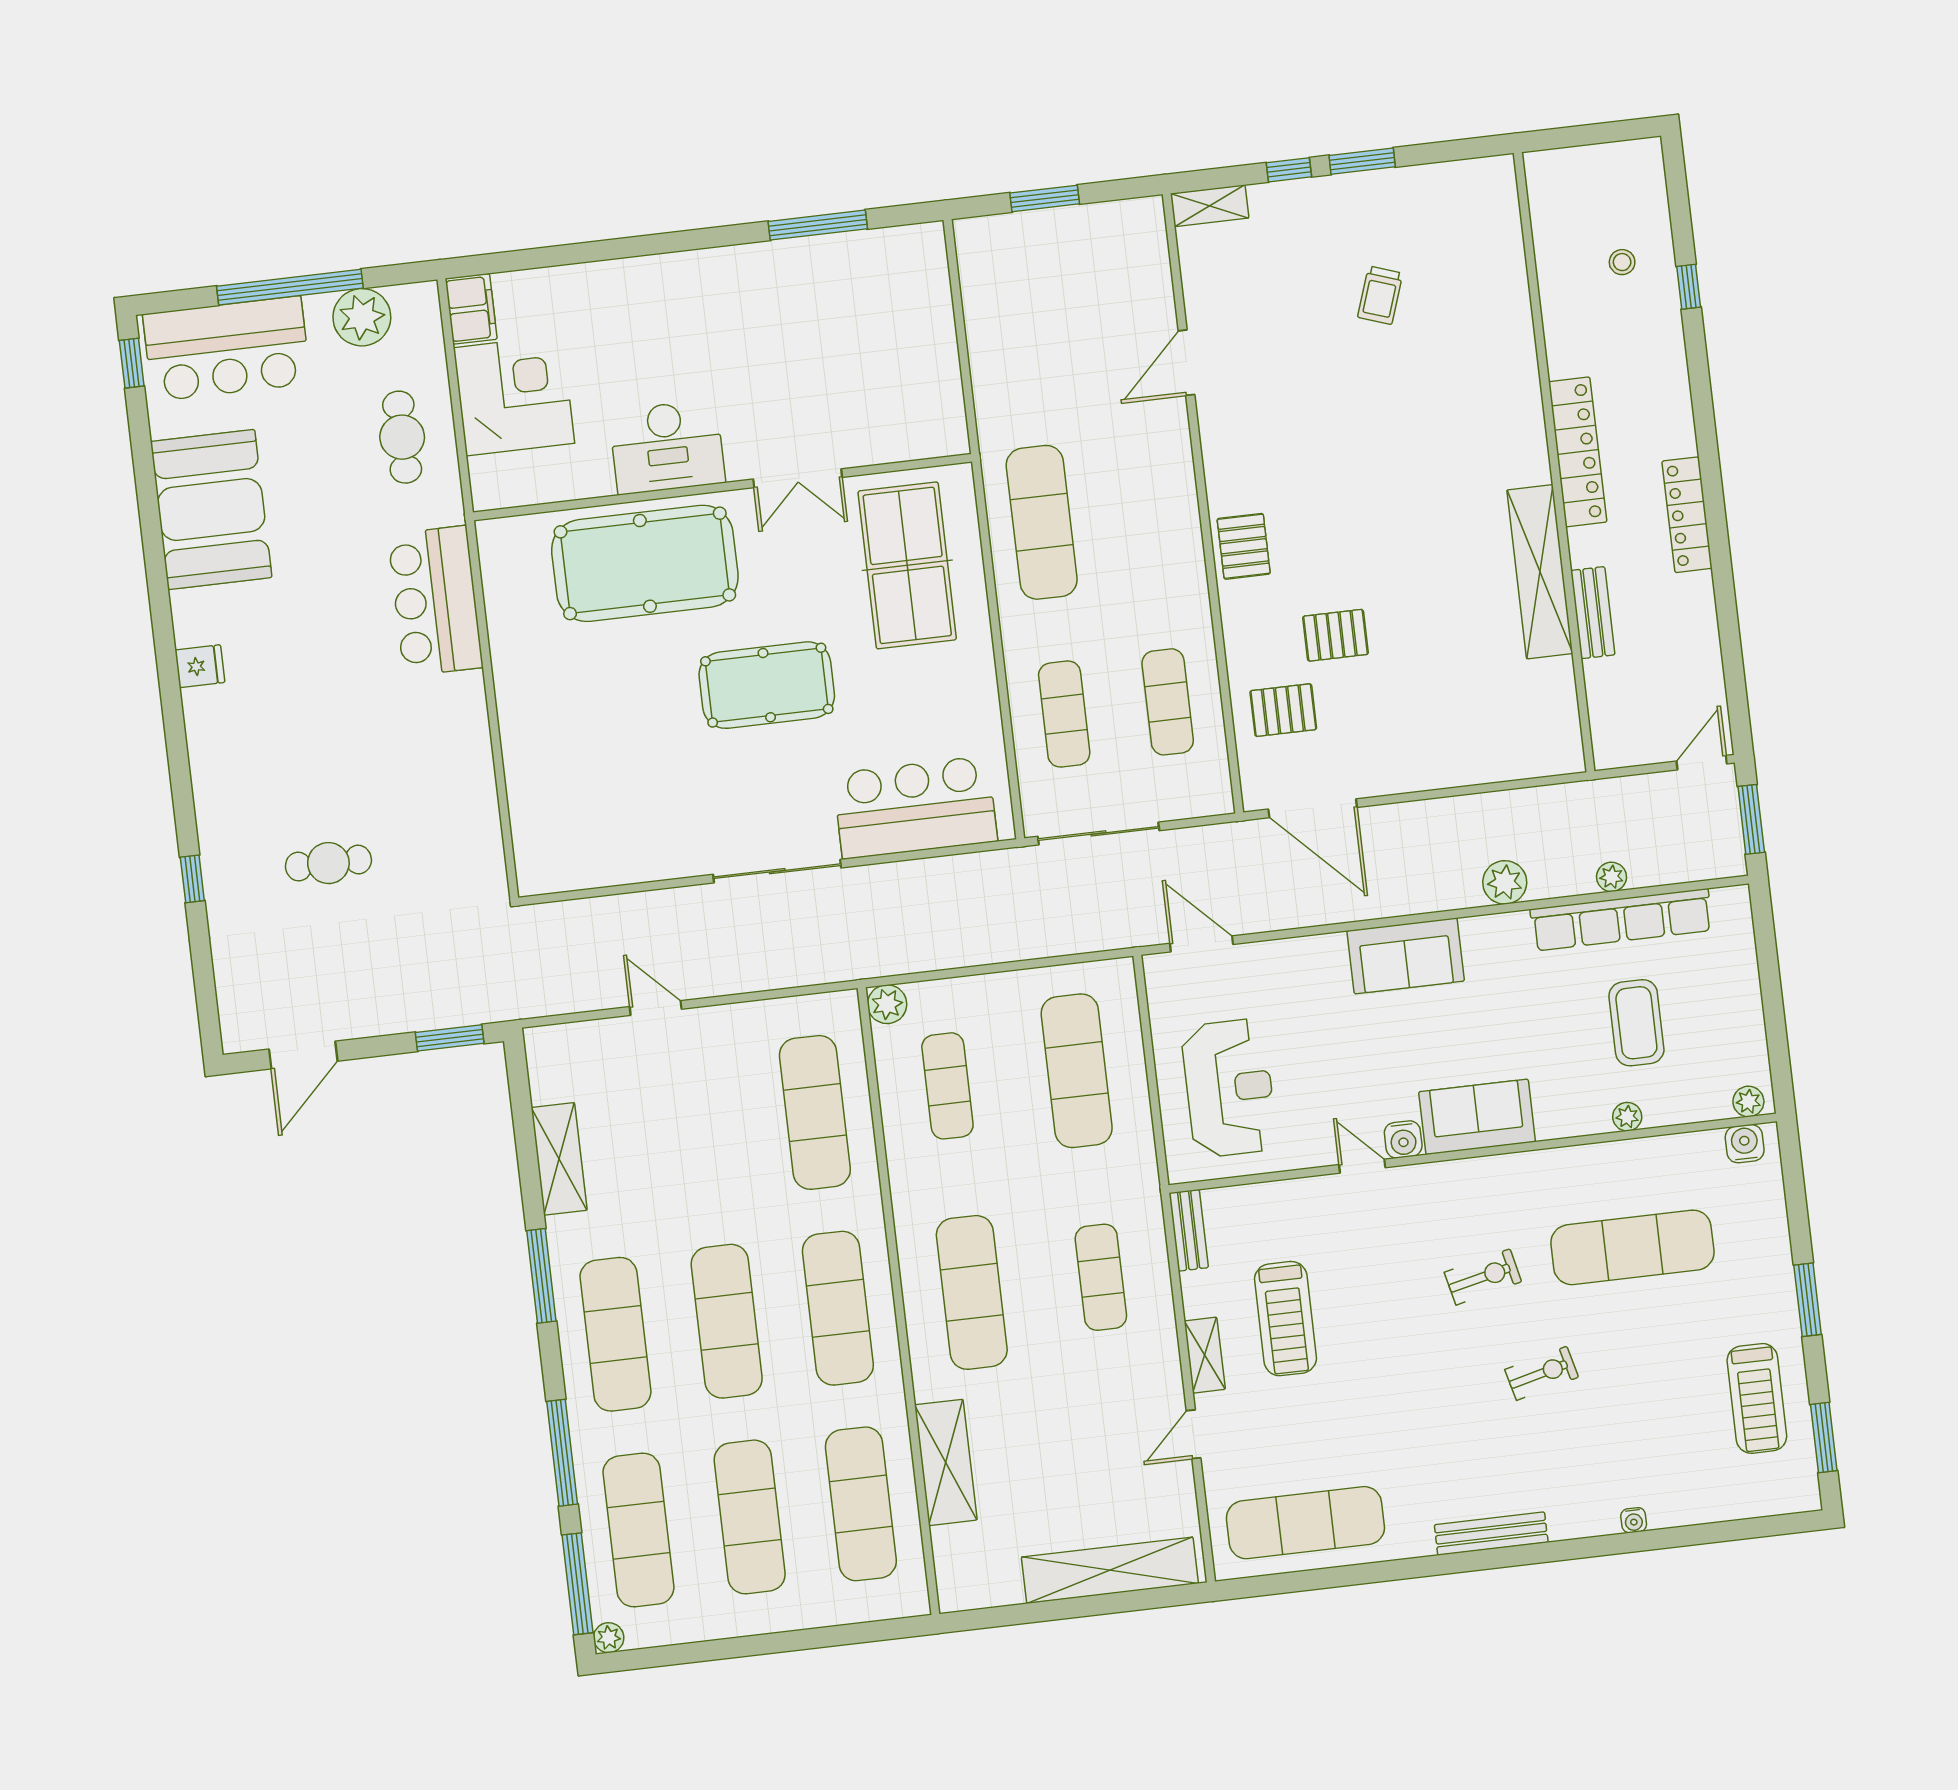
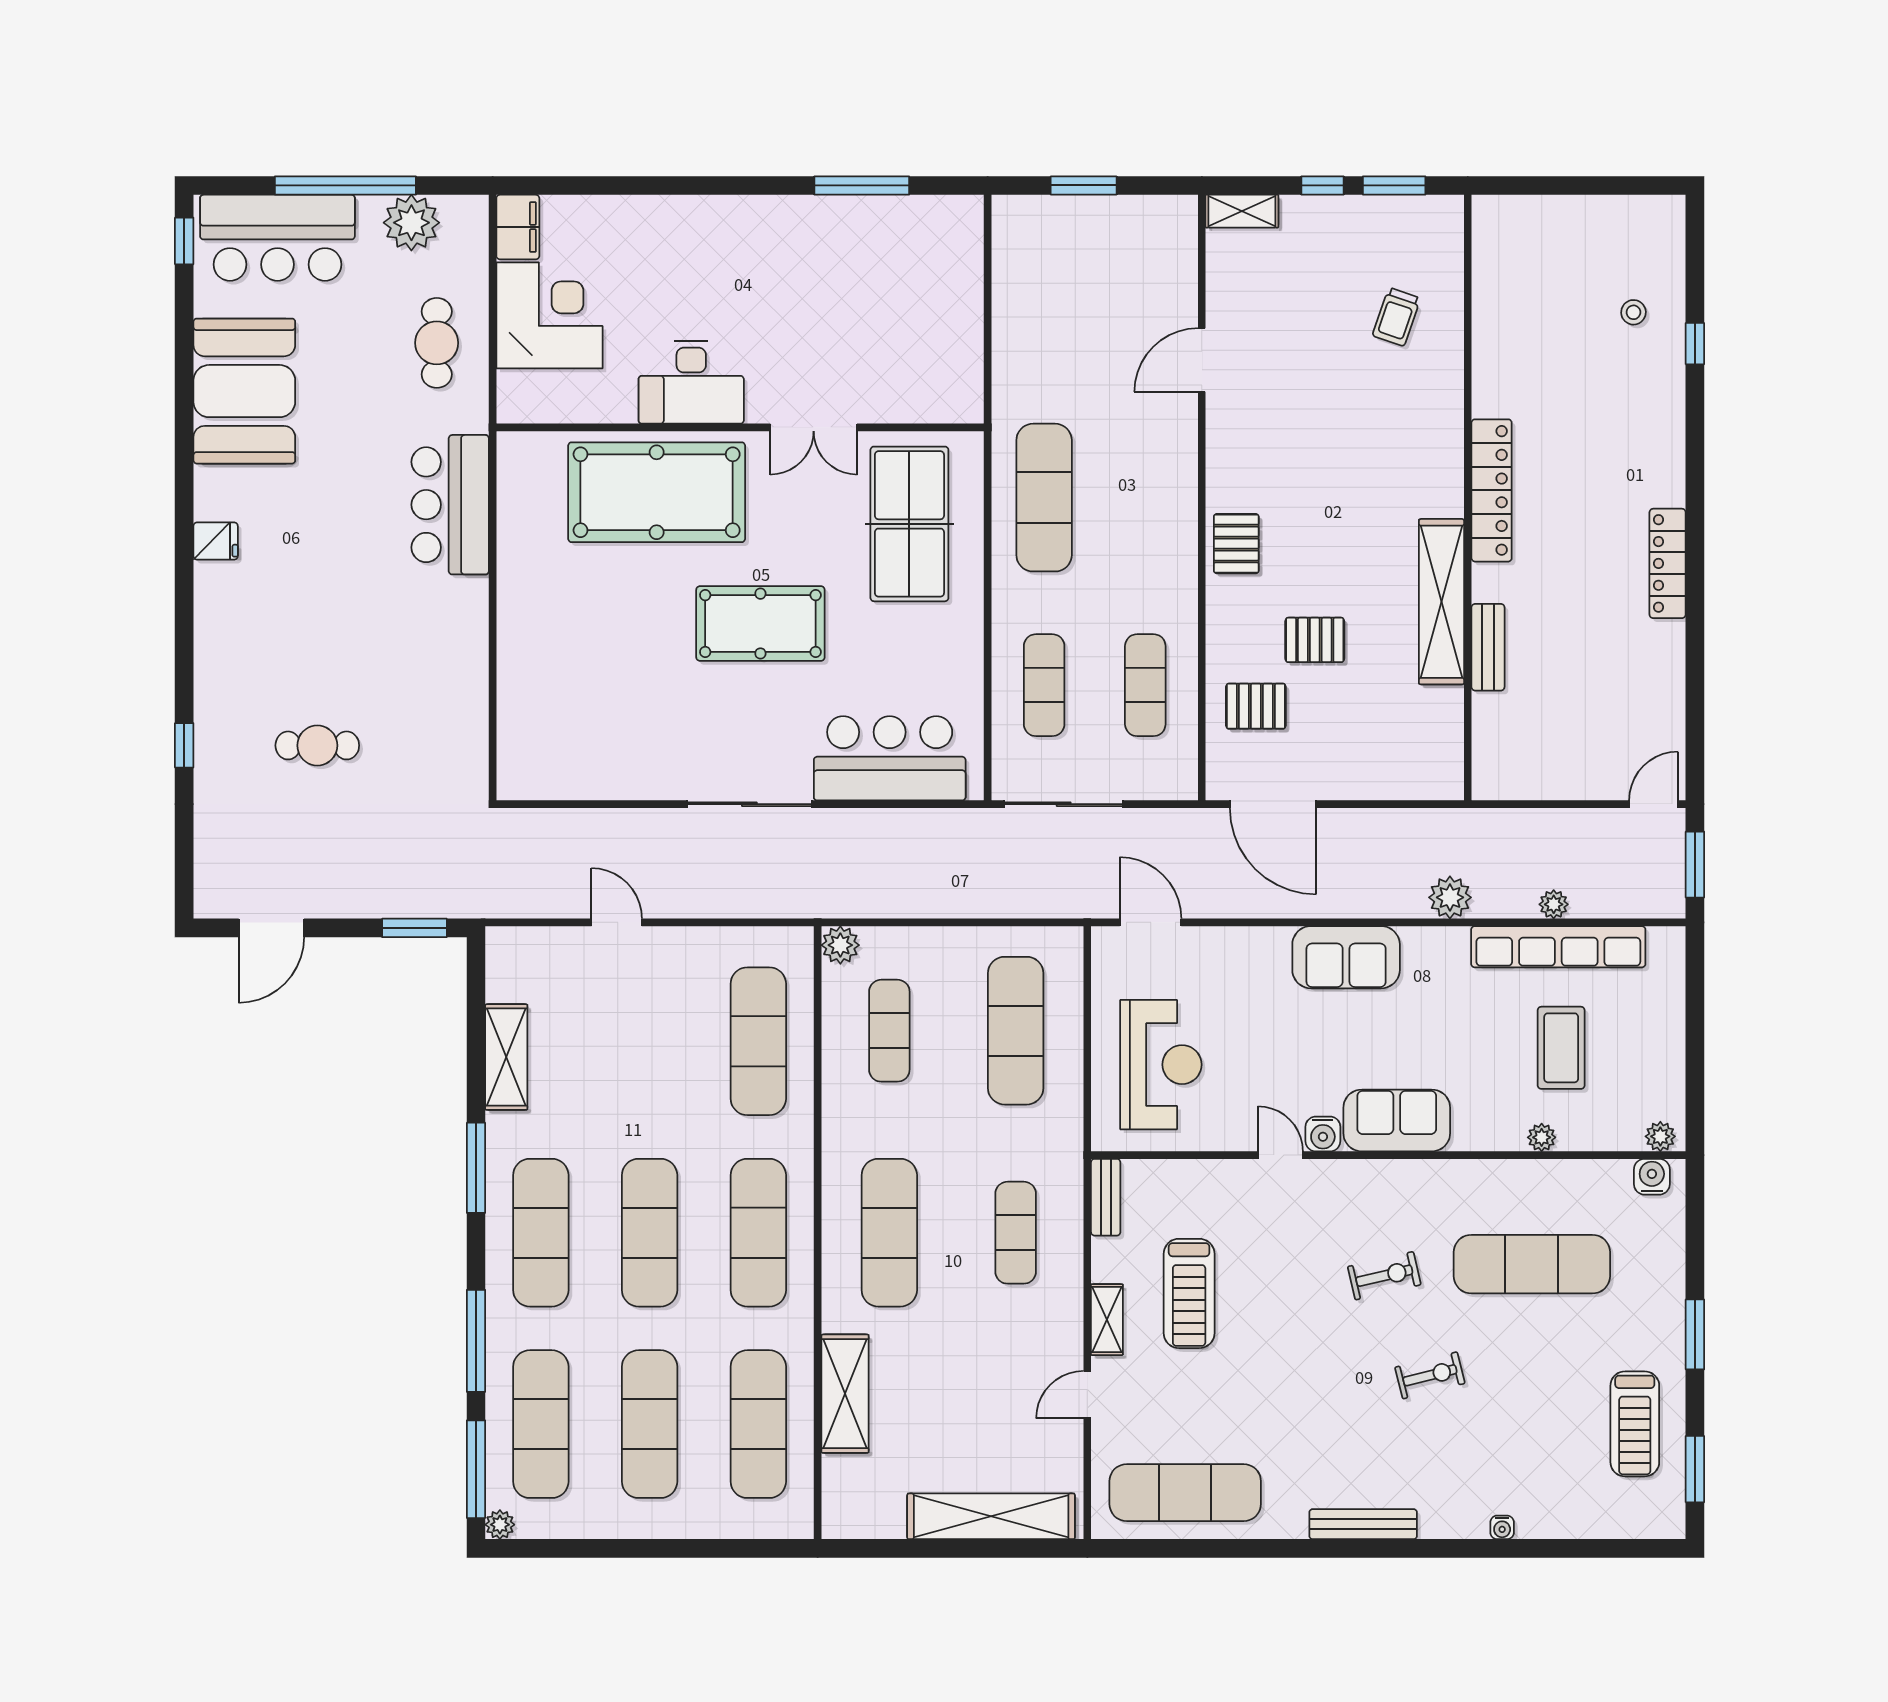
locker: (1578, 452) -> (1492, 490), moved
wall: (1554, 462) -> (1468, 498), moved
shelving: (1540, 572) -> (1441, 602), moved
bench: (1593, 613) -> (1488, 647), moved

